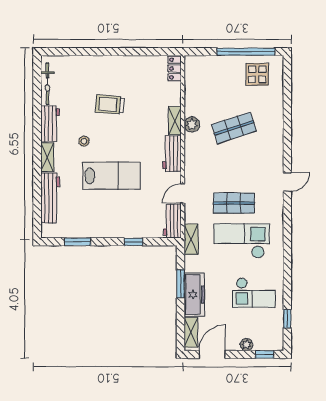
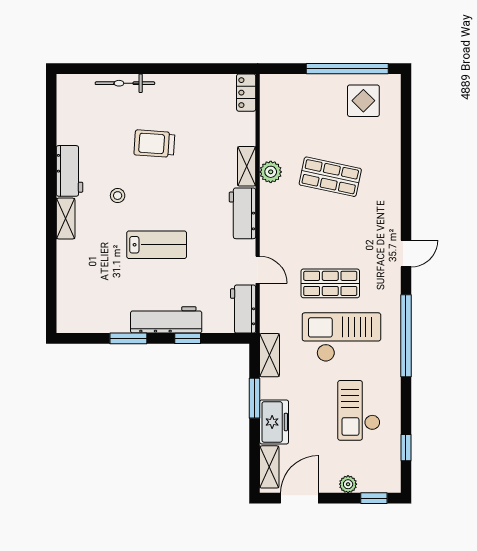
bicycle: (47, 84) -> (125, 83), moved, turned 90
shop shelf: (234, 128) -> (330, 177), turned 30
lab bench: (111, 176) -> (157, 245), width x0.73, depth x0.72
door: (183, 193) -> (258, 270), swing flipped
workbench: (50, 198) -> (166, 320), moved, turned -90
shelving: (191, 239) -> (270, 355), moved
window: (287, 240) -> (406, 336), added
window: (77, 242) -> (128, 338), moved
checkout: (254, 293) -> (359, 410), turned 90
freezer: (194, 295) -> (274, 422), width x0.71

